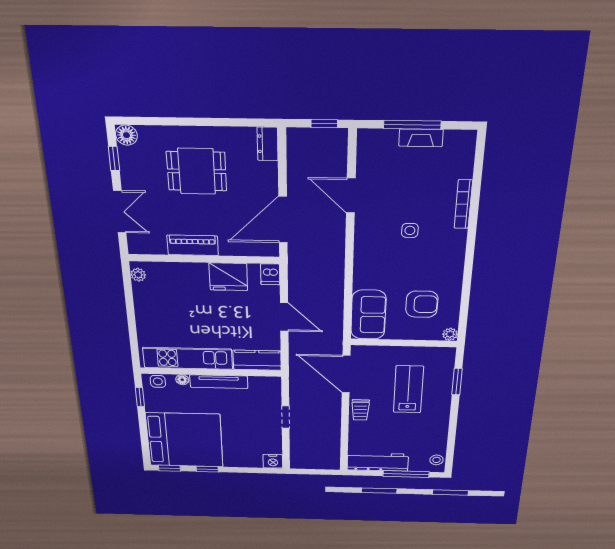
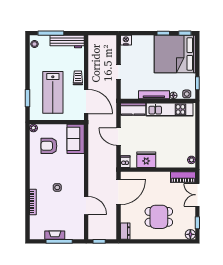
piano: (193, 245) -> (183, 177), moved
lab bench: (408, 389) -> (53, 92), width x1.36, depth x1.39

